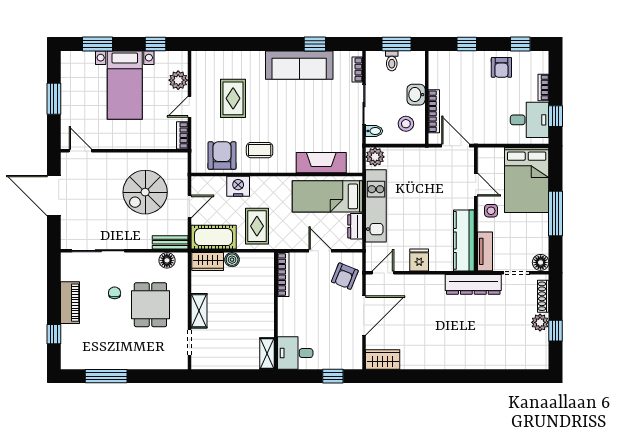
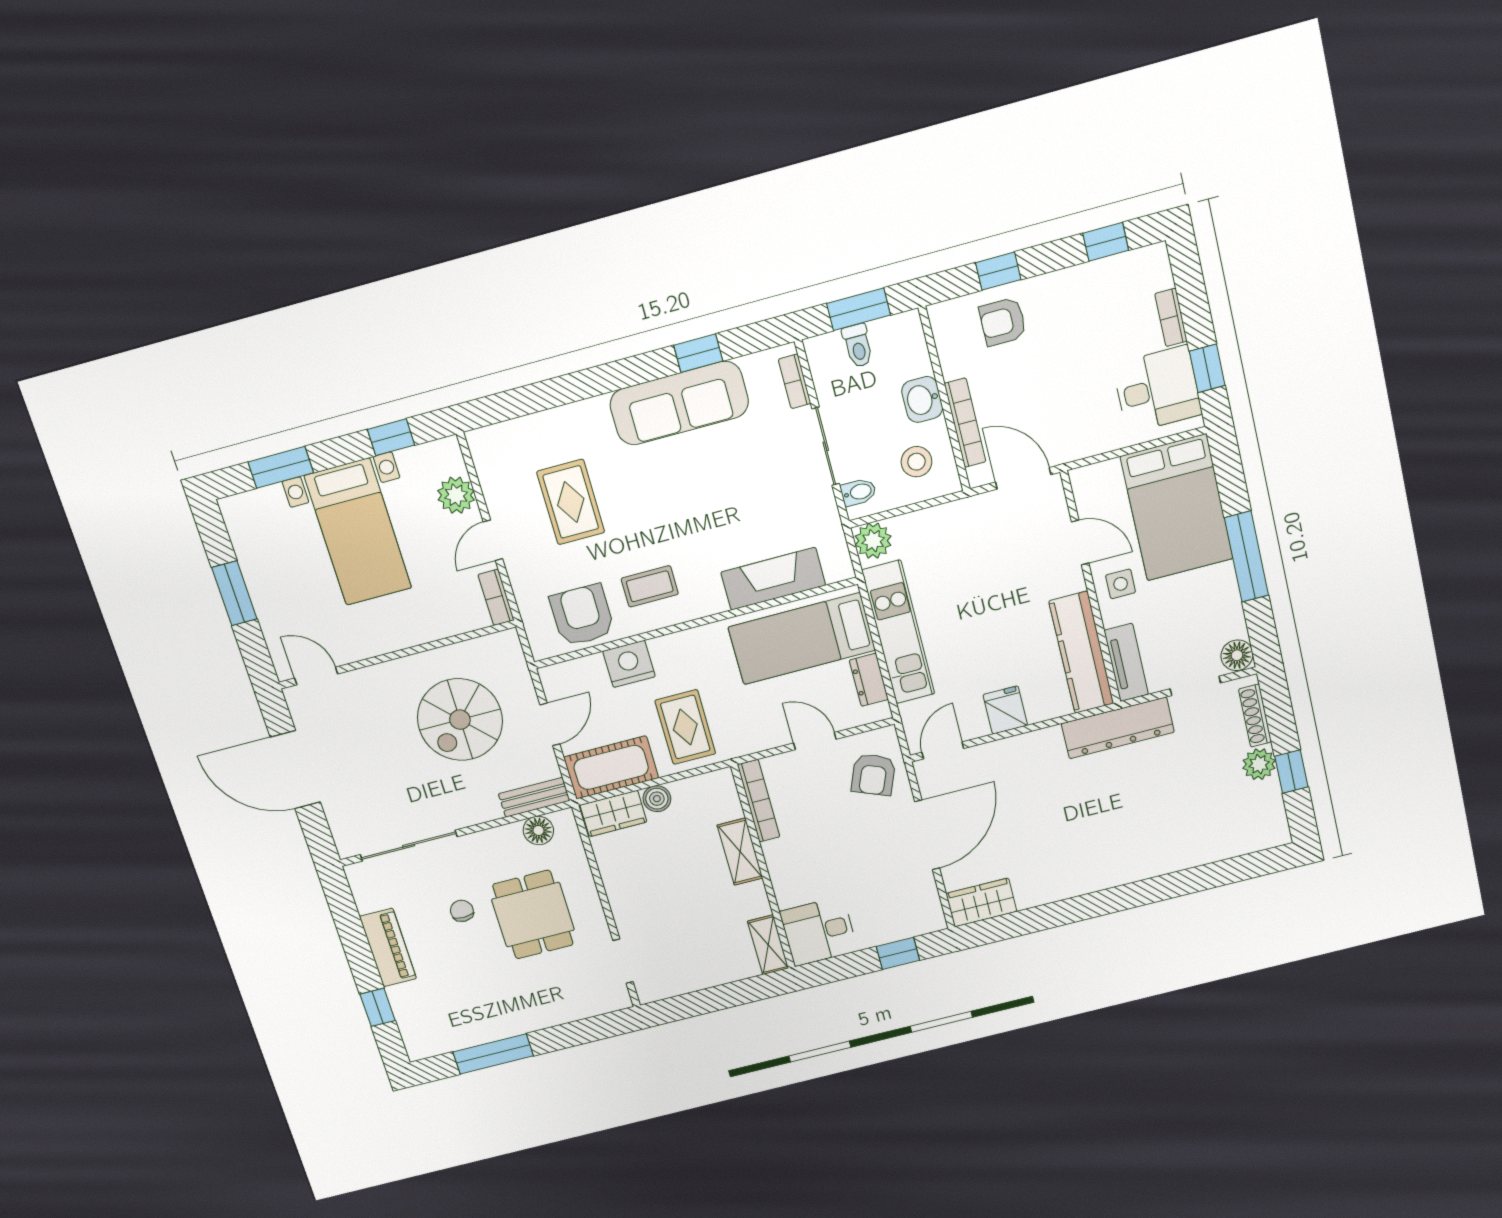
armchair: (501, 67) -> (1003, 322), moved, turned 90
shelving: (199, 311) -> (740, 852), moved

